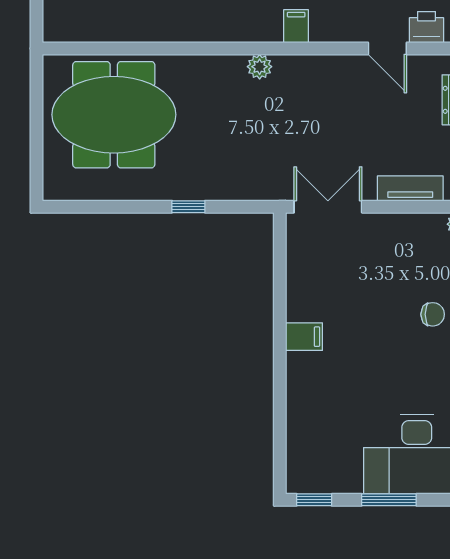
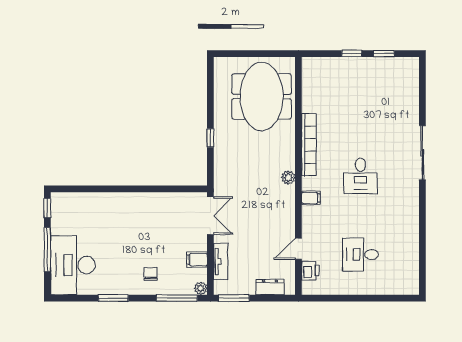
bookcase: (200, 30) -> (309, 145), added
chair: (433, 314) -> (151, 274), turned 180
filing cabinet: (304, 337) -> (197, 260), moved, turned 90
window: (389, 500) -> (47, 250), width x1.44

